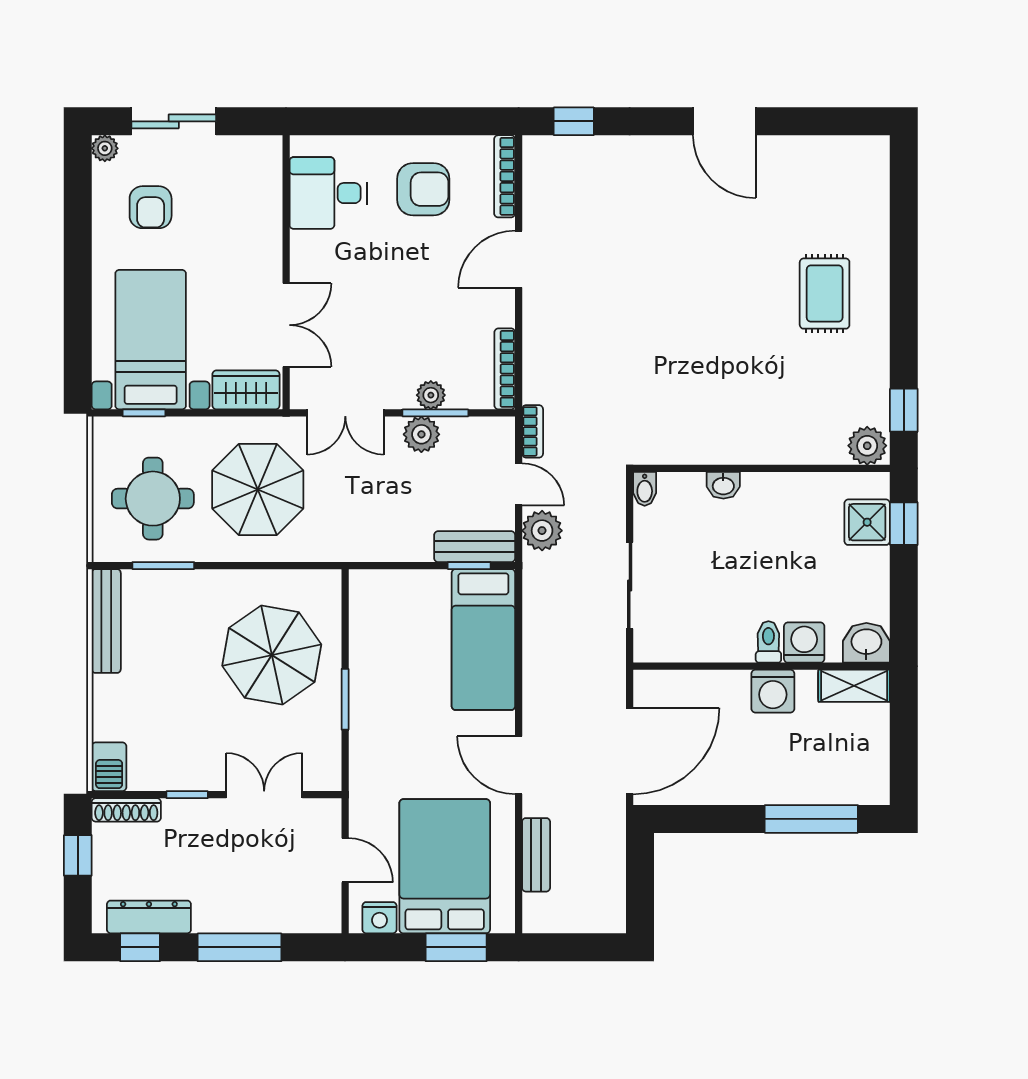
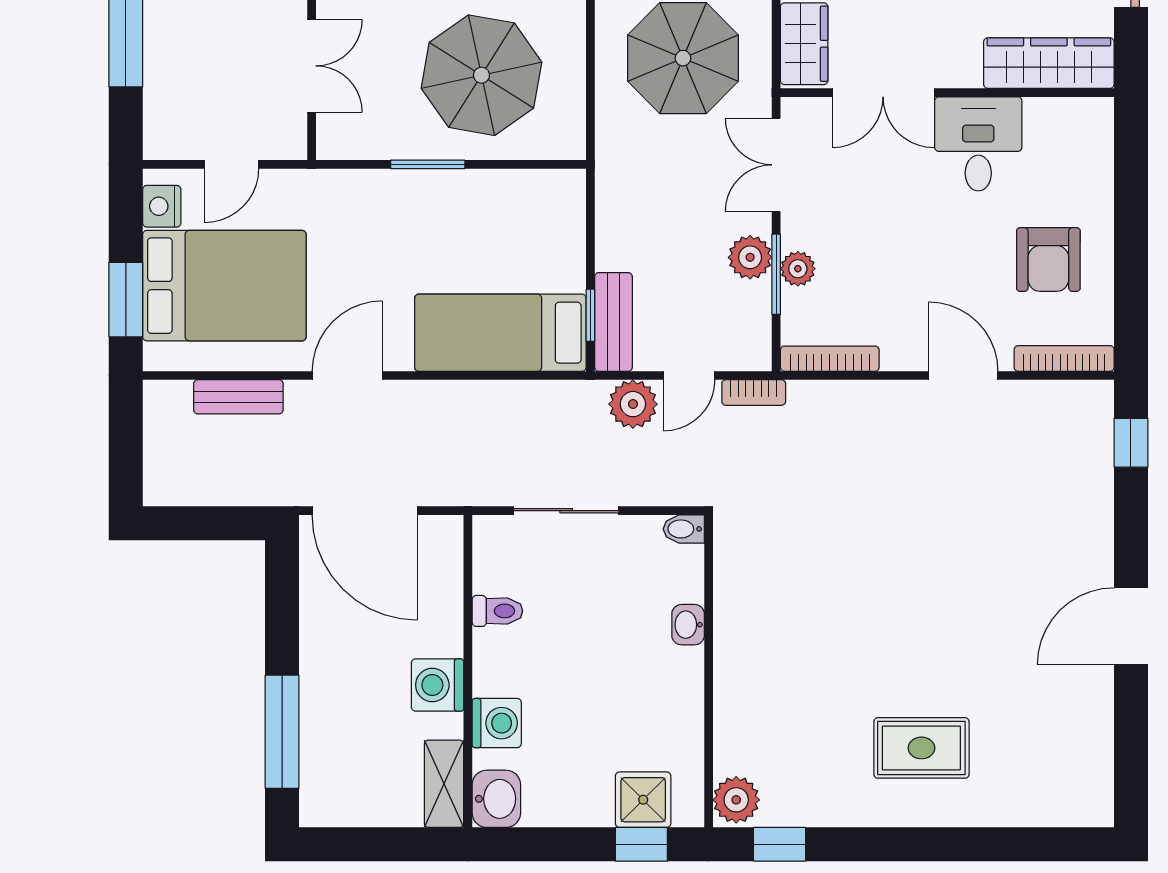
wardrobe: (262, 189) -> (1049, 63), added
desk: (328, 193) -> (978, 144), moved
toilet: (768, 642) -> (497, 611), moved

